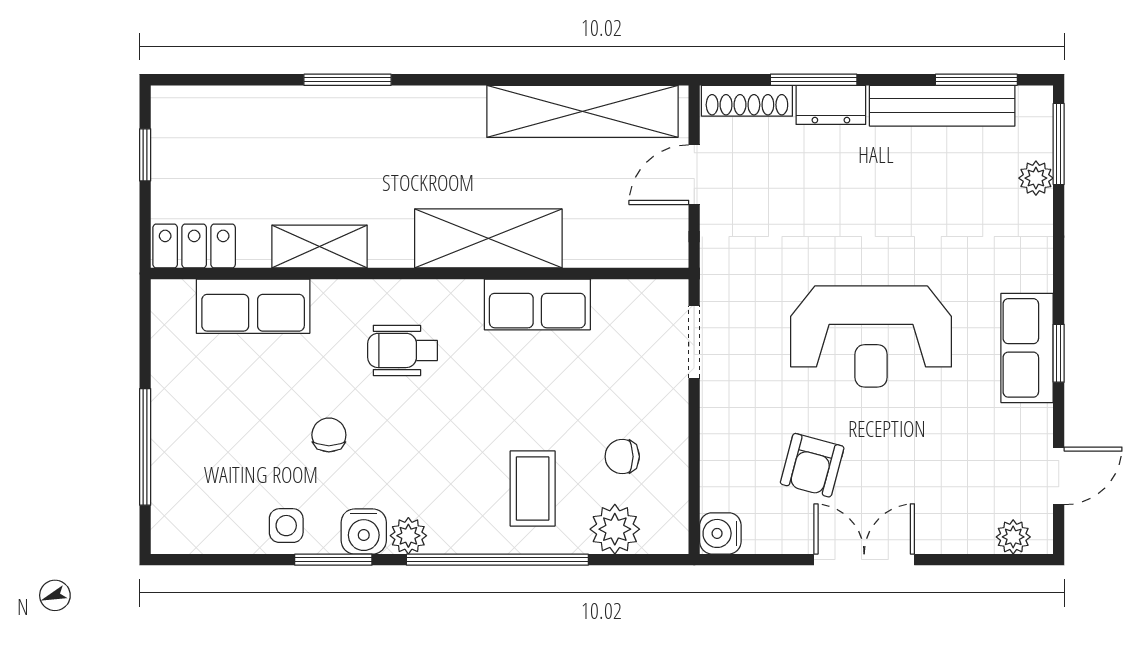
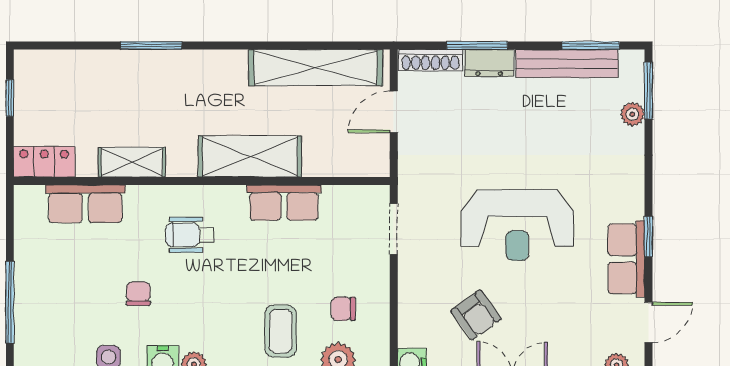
row of seats: (1027, 348) -> (626, 259), moved
armchair: (812, 465) -> (476, 315), turned -51

